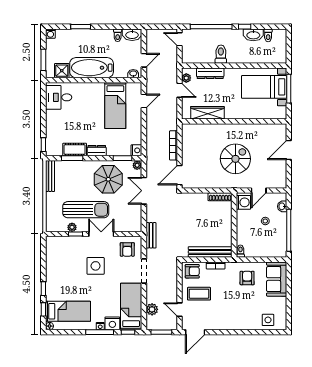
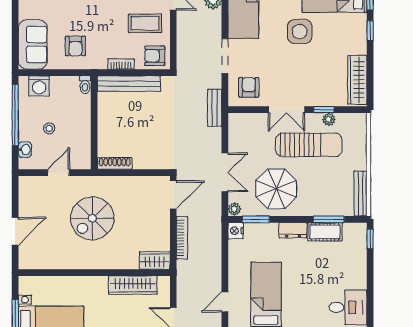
wardrobe: (192, 130) -> (155, 260), added
washing machine: (243, 202) -> (39, 86), moved, turned -90
sun lounger: (86, 210) -> (309, 145), turned 180
wardrobe: (52, 255) -> (357, 80), added
side table: (96, 266) -> (300, 31), moved

